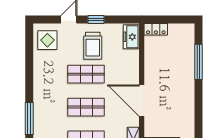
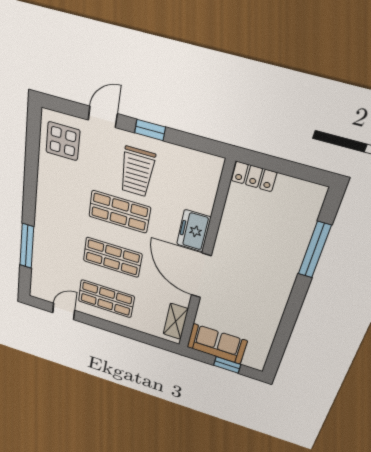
freezer: (131, 37) -> (194, 231), moved

